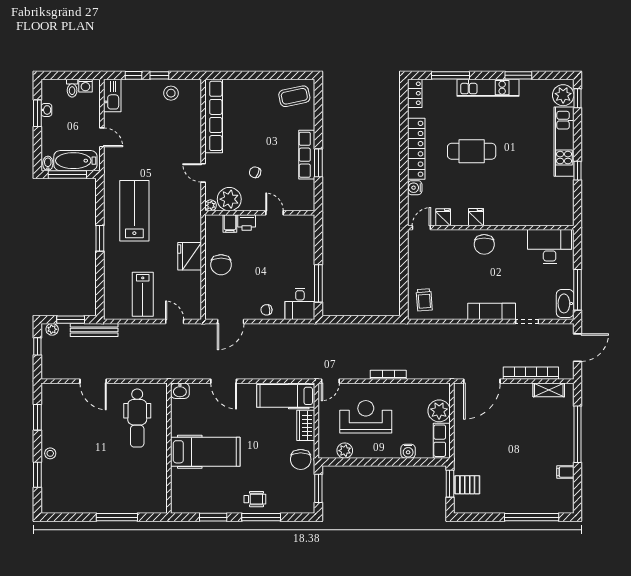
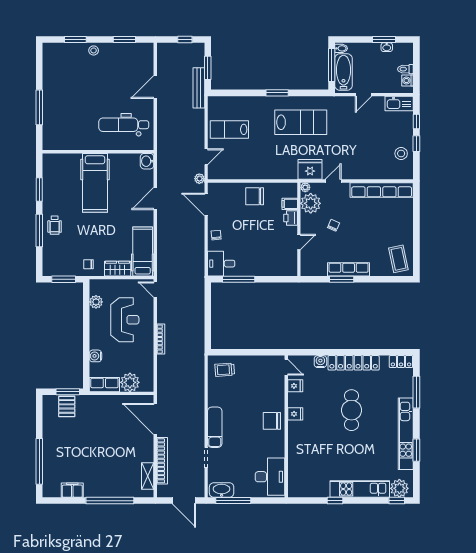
kitchen unit: (488, 88) -> (406, 434), width x1.36
fridge: (190, 256) -> (310, 169), moved
plant: (52, 329) -> (199, 179), moved
chair: (301, 459) -> (88, 264), width x0.54, depth x0.54
filing cabinet: (565, 472) -> (72, 490), width x2.00

